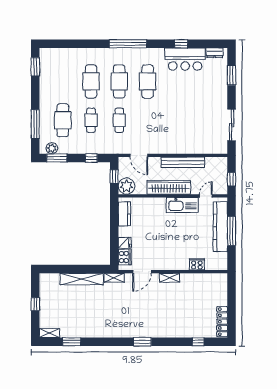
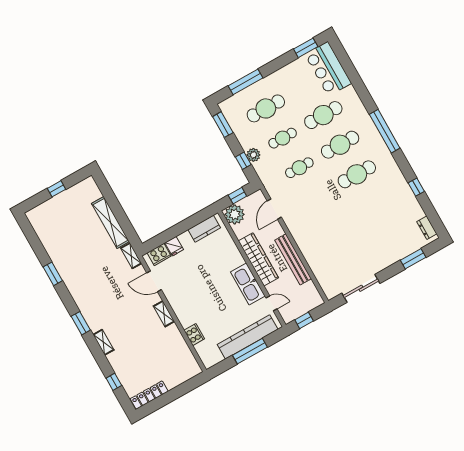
bar counter: (185, 59) -> (328, 69), moved
plant: (52, 148) -> (253, 155), moved
shelving: (49, 333) -> (103, 342), moved
window: (72, 342) -> (53, 274), moved

